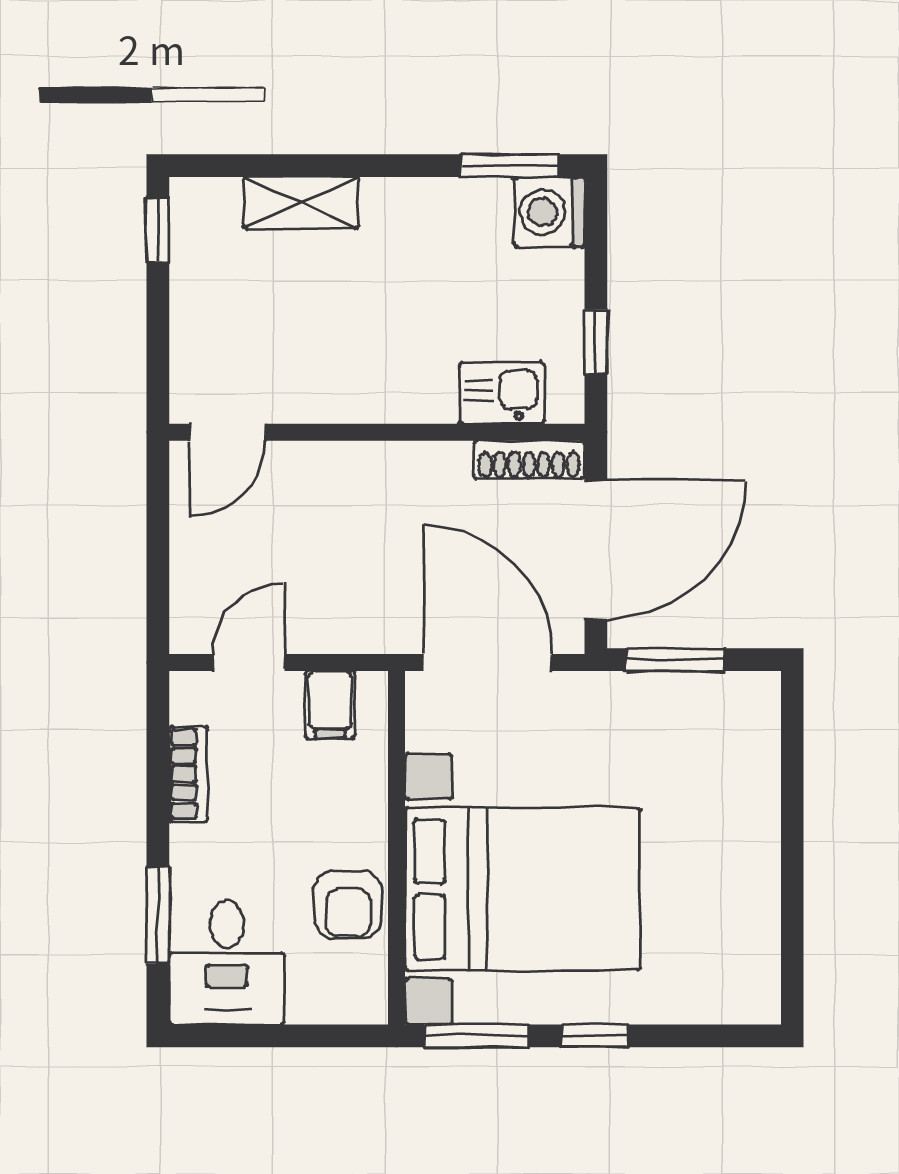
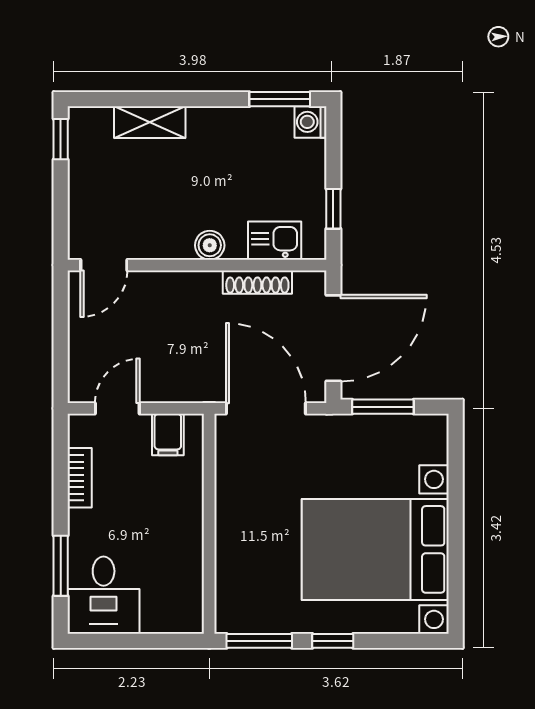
washing machine: (549, 212) -> (310, 122), width x0.73, depth x0.73
boiler: (397, 401) -> (210, 245), added
shoe rack: (529, 460) -> (257, 282), moved
bed with nightstands: (523, 889) -> (375, 549), moved, turned 180
armchair: (348, 904) -> (179, 559), removed

